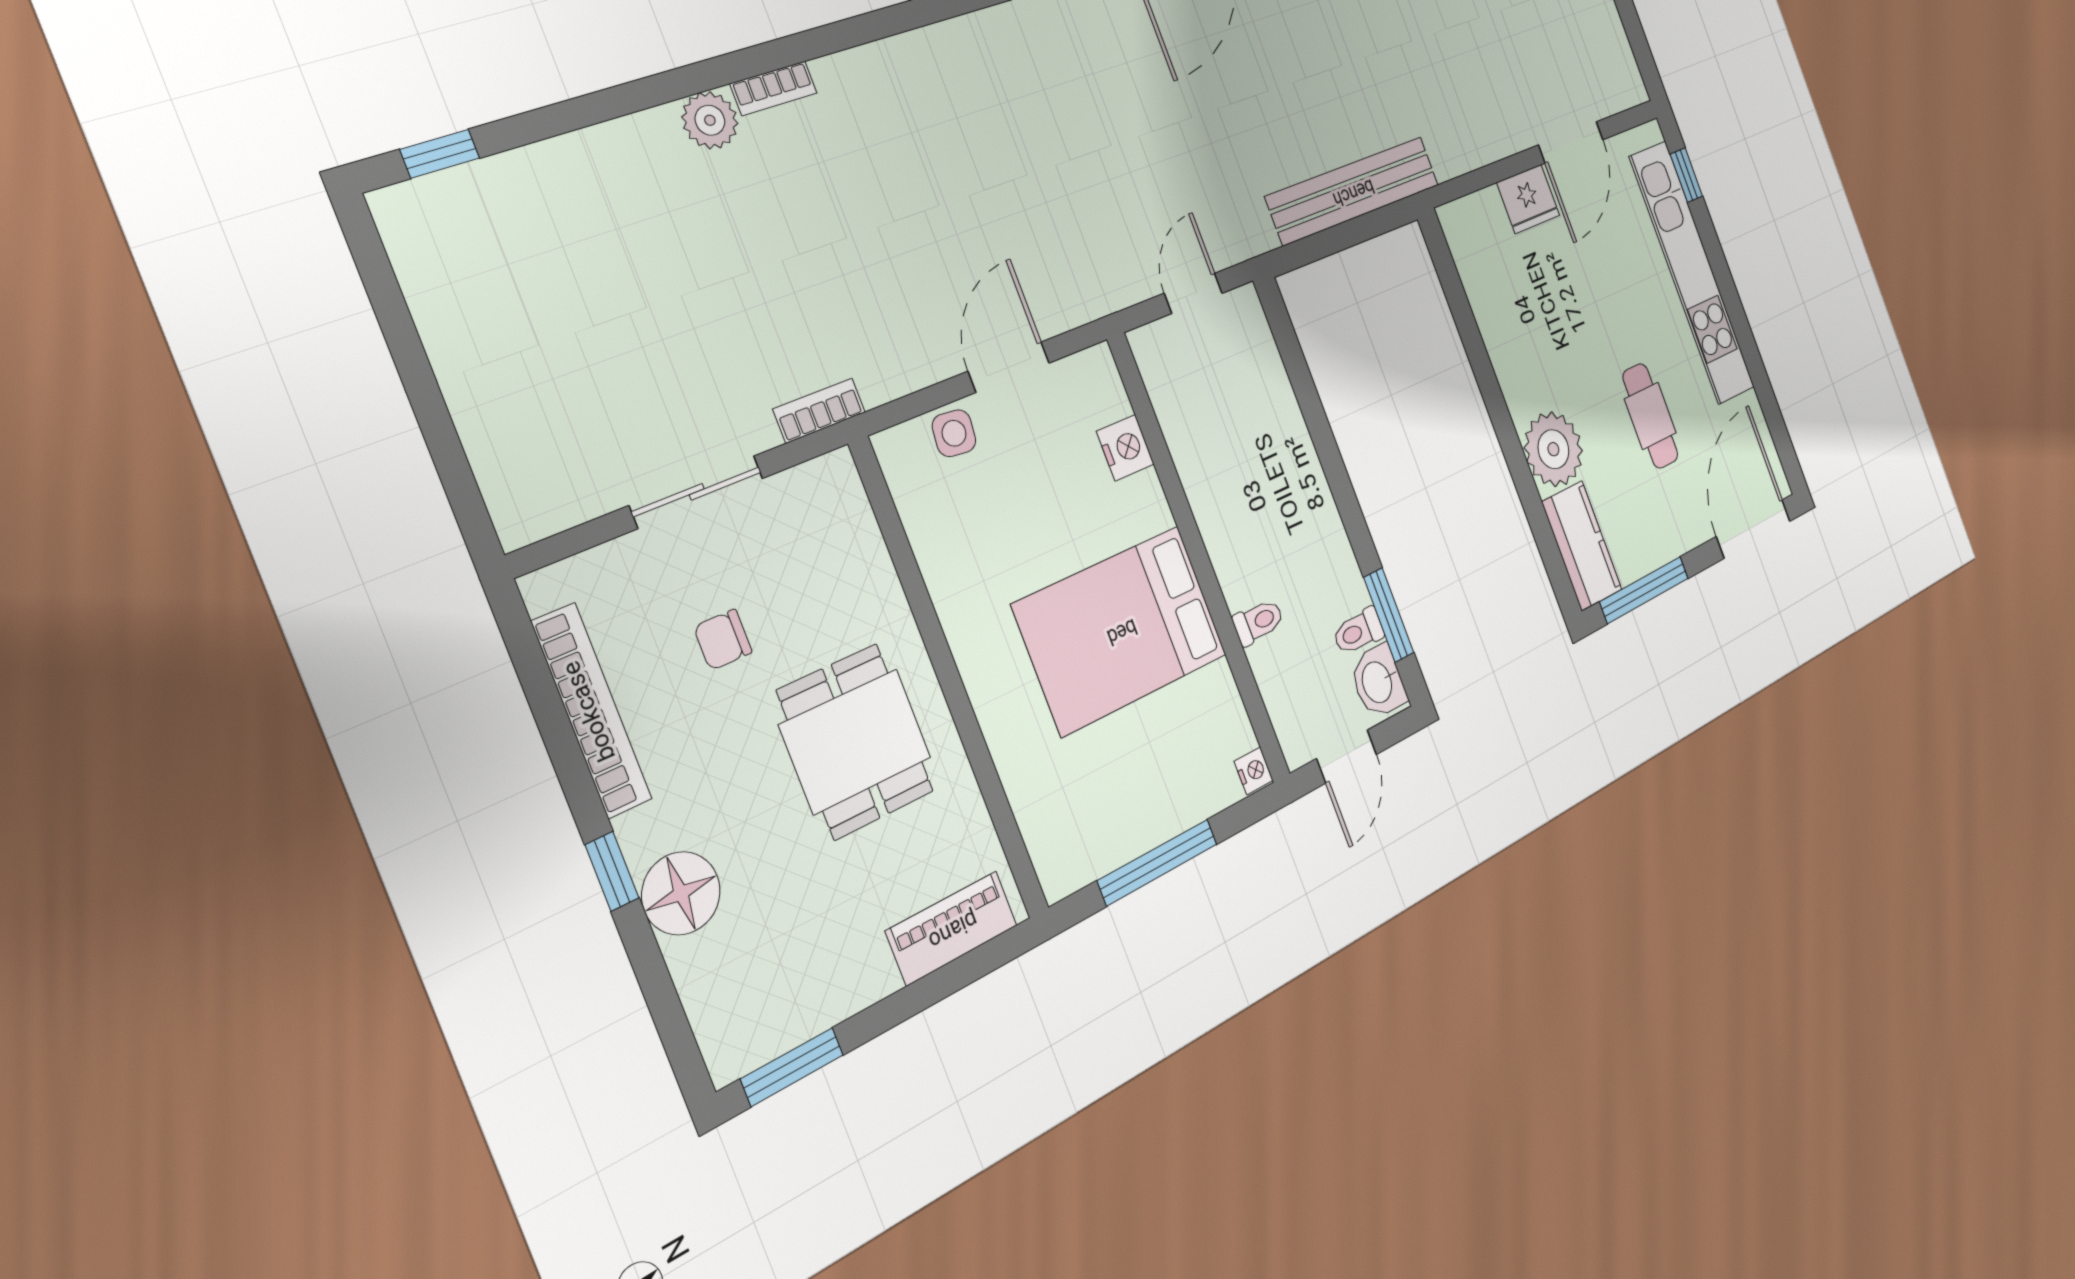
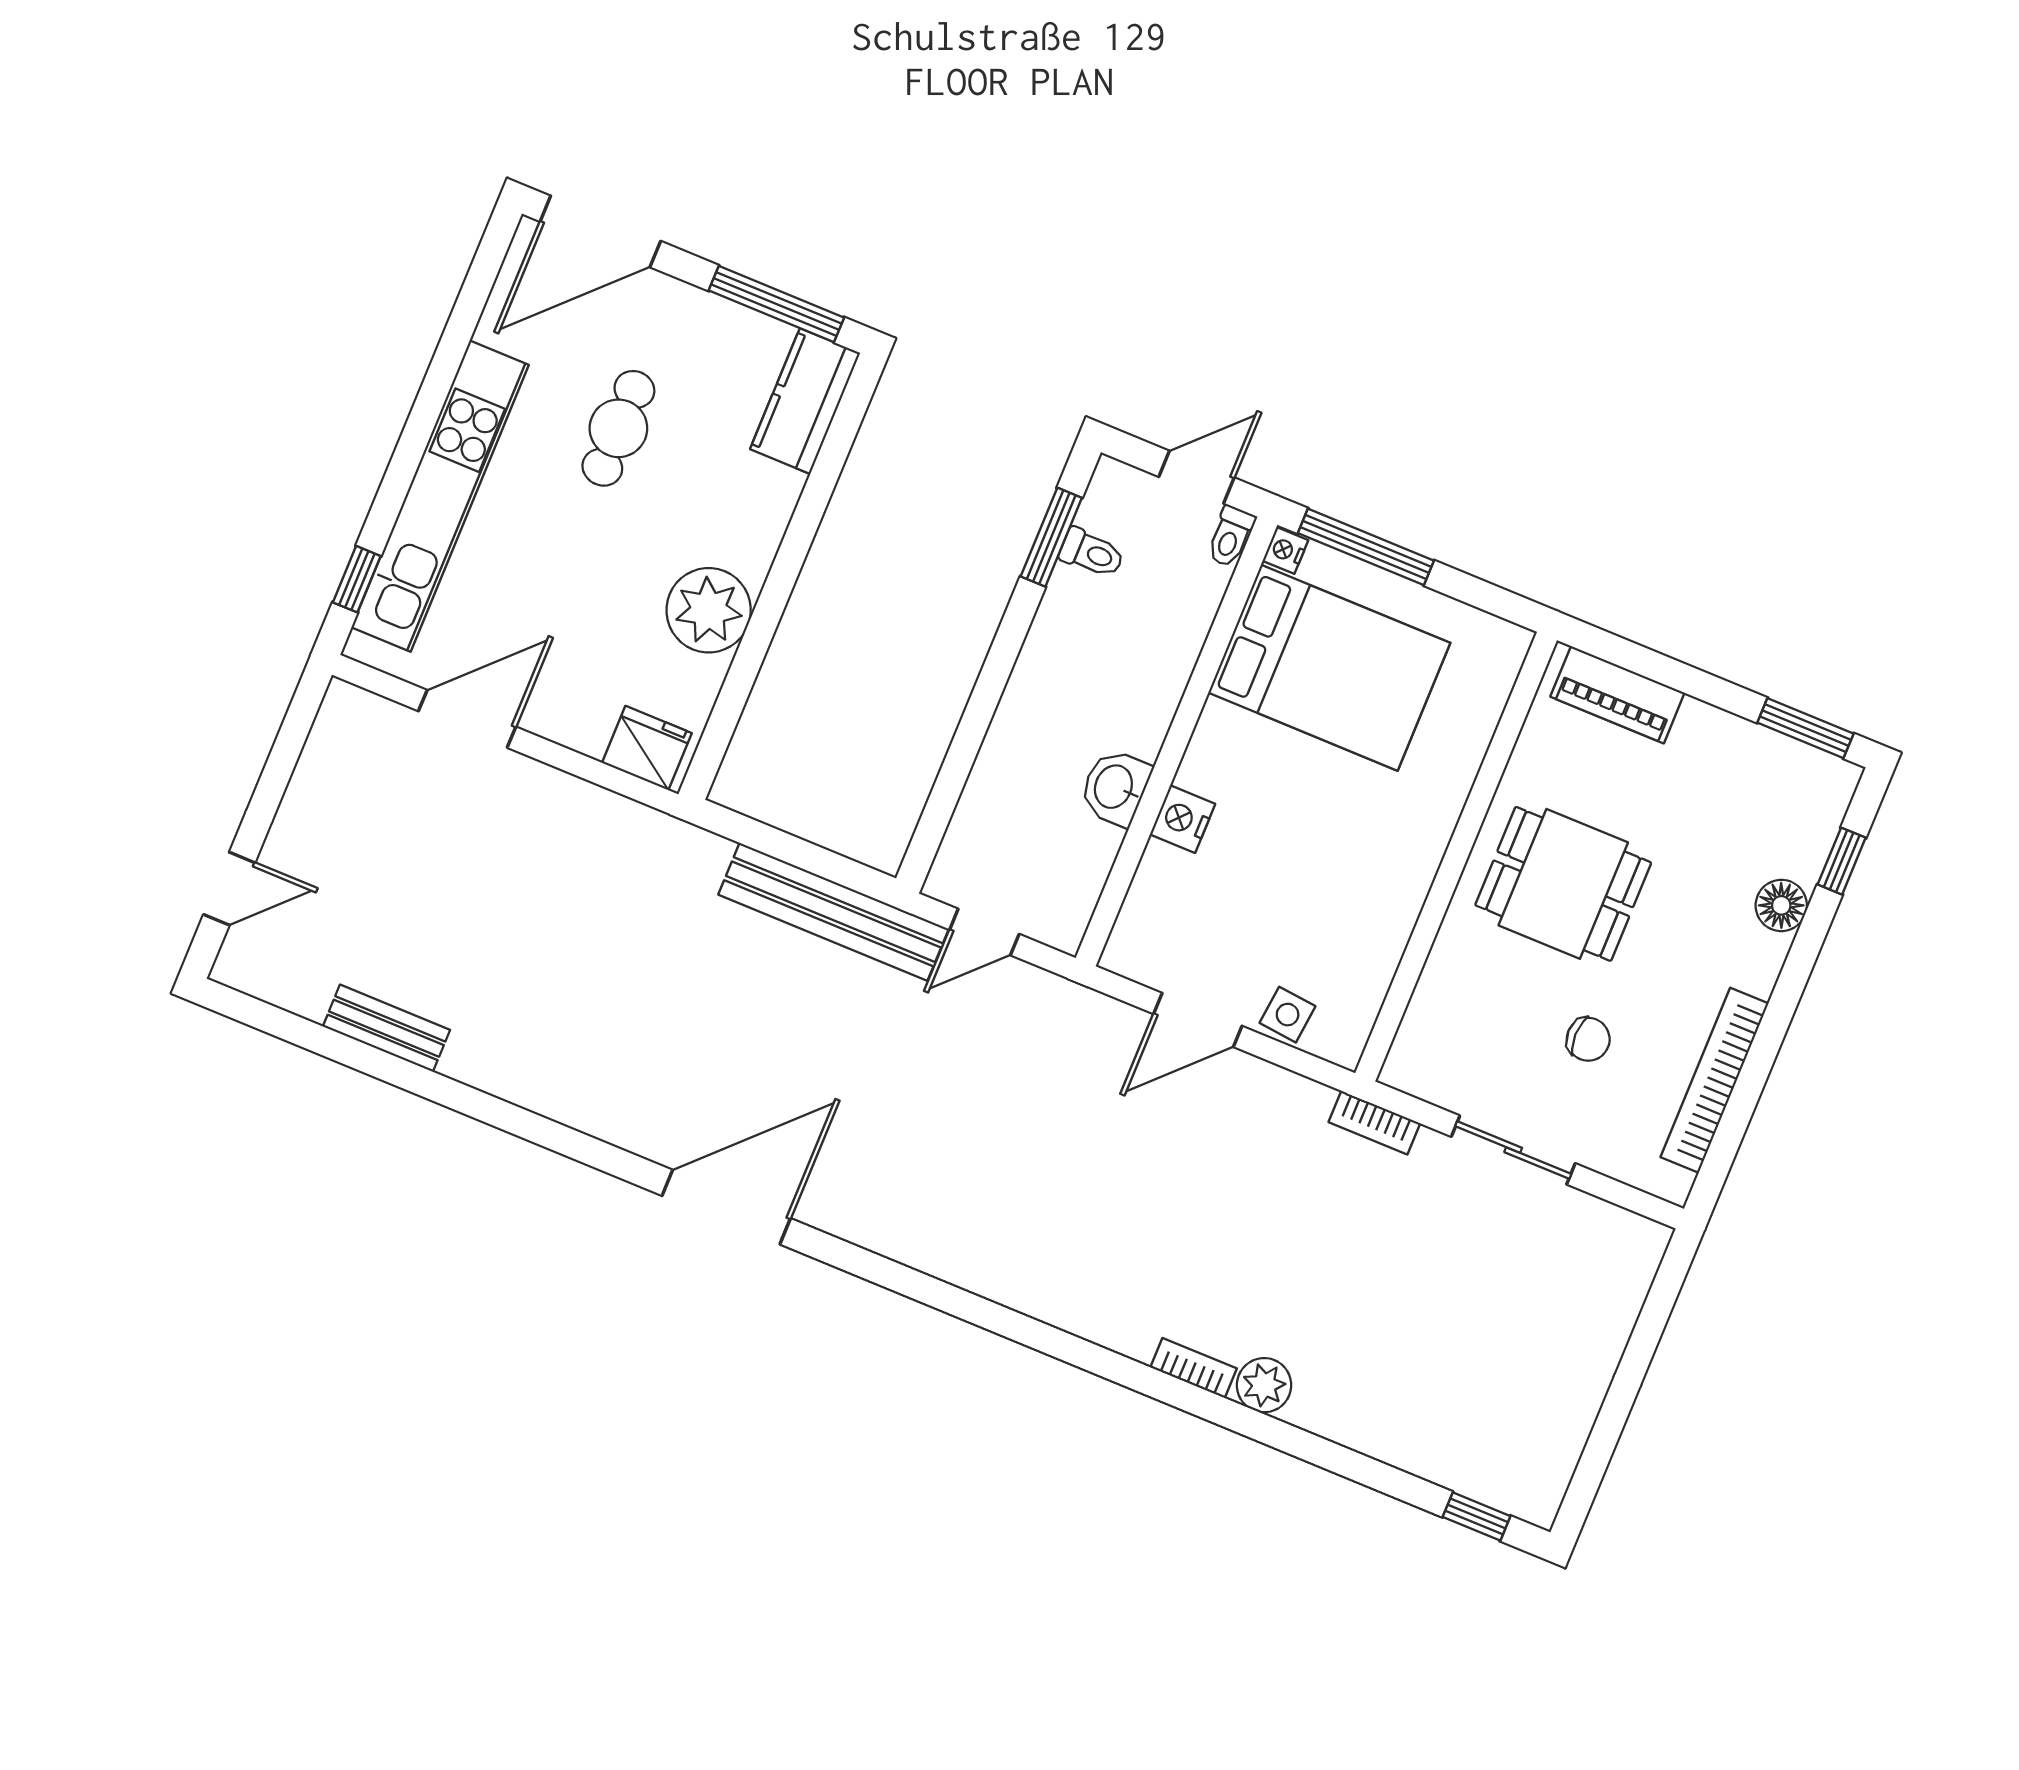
bench: (1353, 191) -> (834, 912), moved
fridge: (1528, 199) -> (647, 748), moved
nightstand: (1125, 448) -> (1183, 819), moved
plant: (1553, 449) -> (709, 610), moved
toilet: (1258, 622) -> (1231, 536), moved, turned -90
bed: (1121, 630) -> (1329, 668), moved
washbasin: (1378, 682) -> (1115, 787), moved, turned 180
dining table: (855, 741) -> (1563, 884), turned 90
window: (1158, 862) -> (1366, 547), moved
window: (612, 871) -> (1842, 861), moved
floor lamp: (681, 893) -> (1781, 905), width x0.73, depth x0.73

